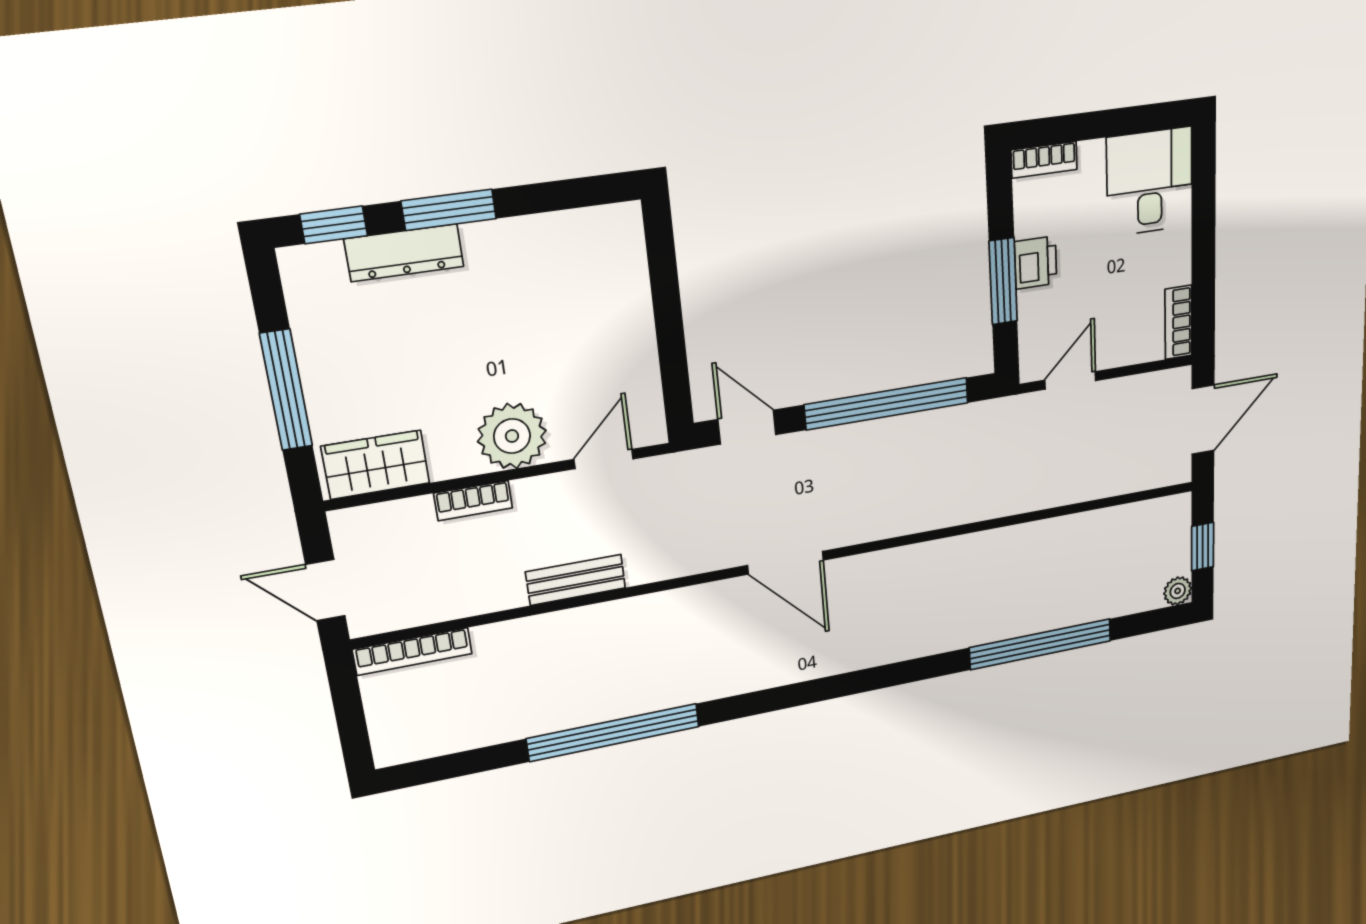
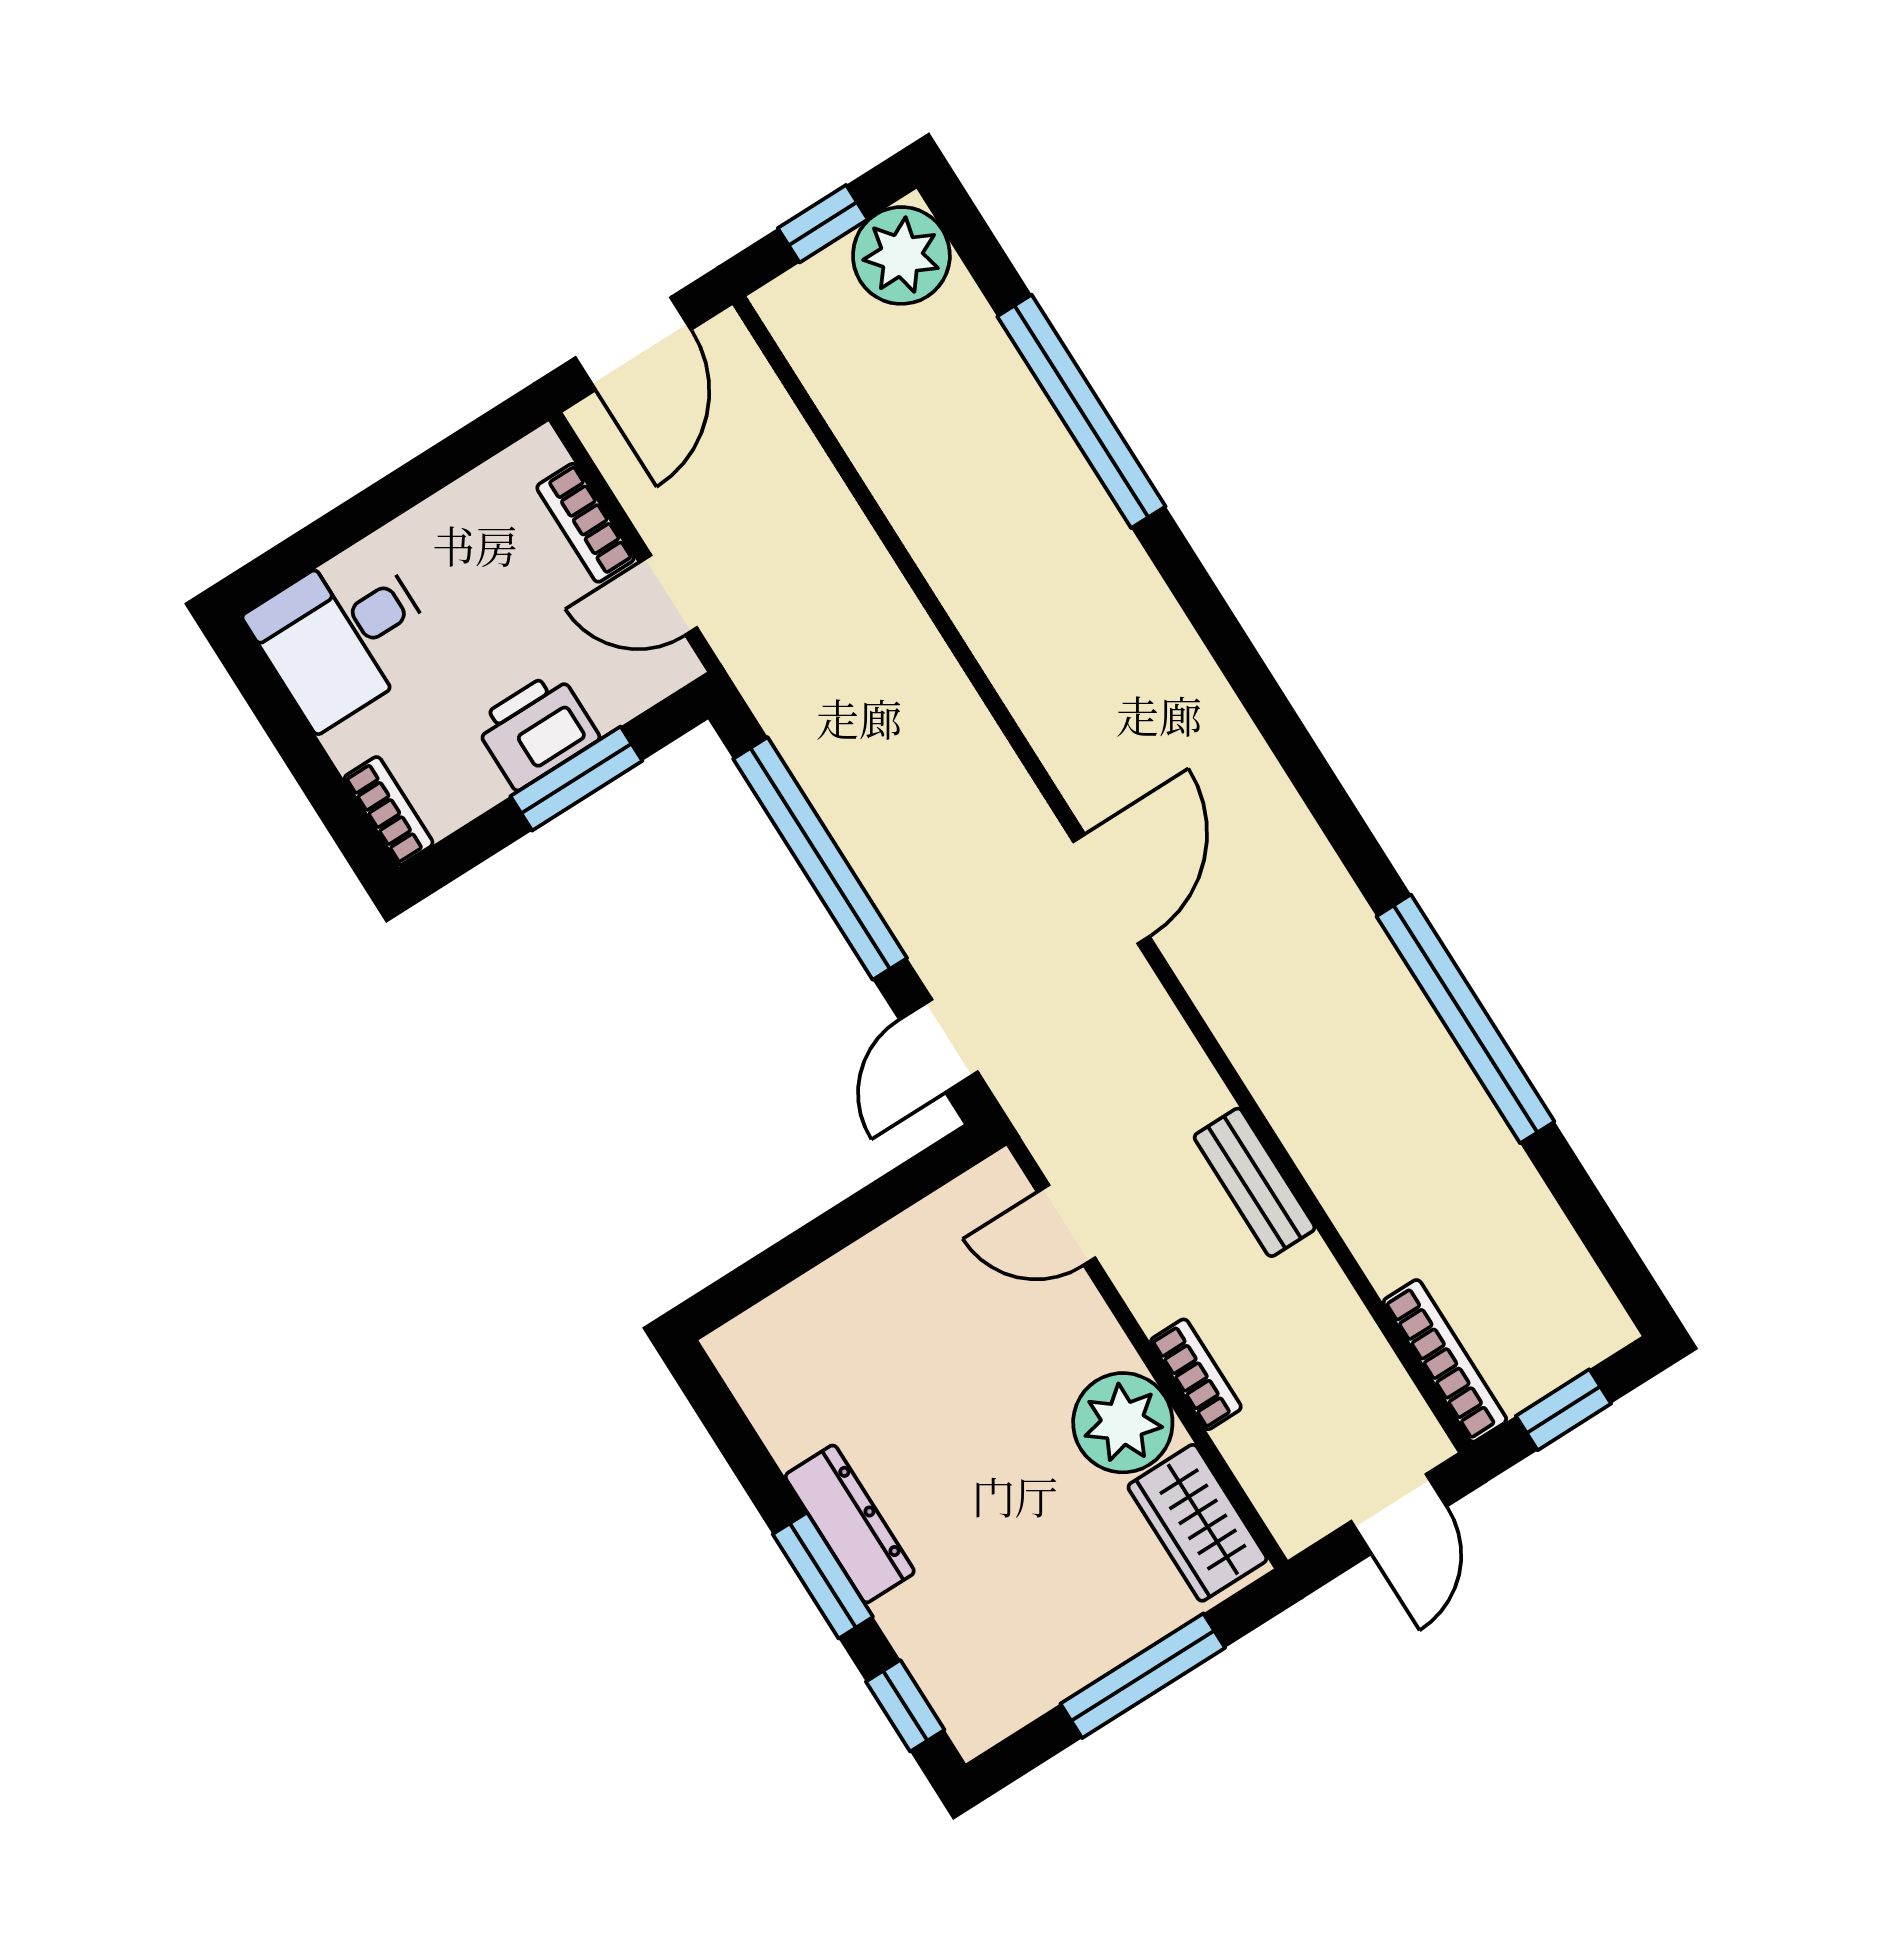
dresser: (404, 253) -> (850, 1524), moved
printer: (1036, 263) -> (536, 730), width x1.36, depth x1.24
bookcase: (1178, 322) -> (585, 523), moved, turned 90
door: (1203, 420) -> (633, 344), swing flipped
plant: (512, 436) -> (1123, 1423), moved
plant: (1178, 591) -> (901, 255), width x1.88, depth x1.88
window: (349, 710) -> (1563, 1410), added

